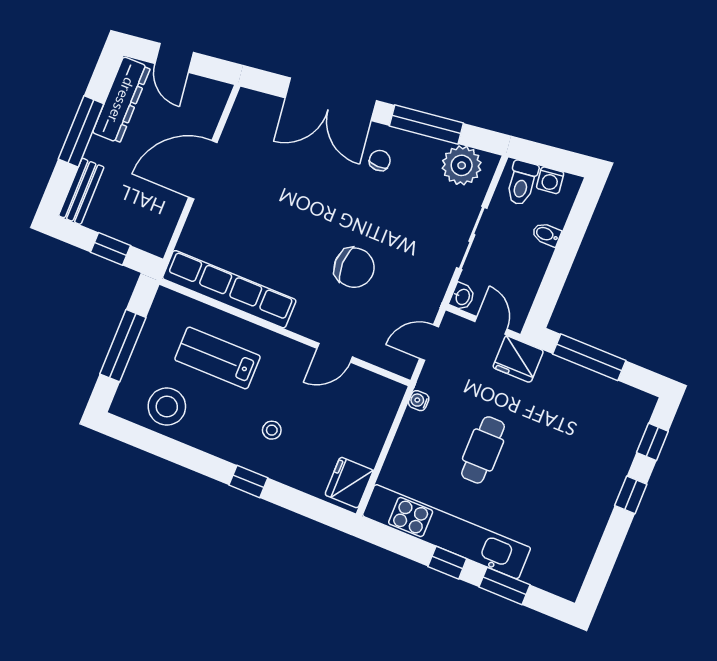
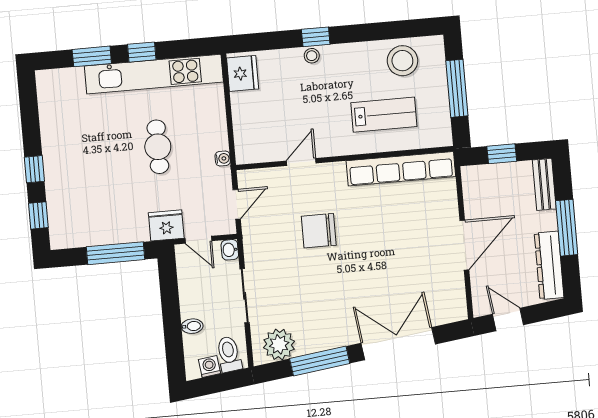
door: (174, 58) -> (508, 319), moved
chair: (380, 160) -> (340, 318), removed
stool: (272, 430) -> (312, 56), moved

